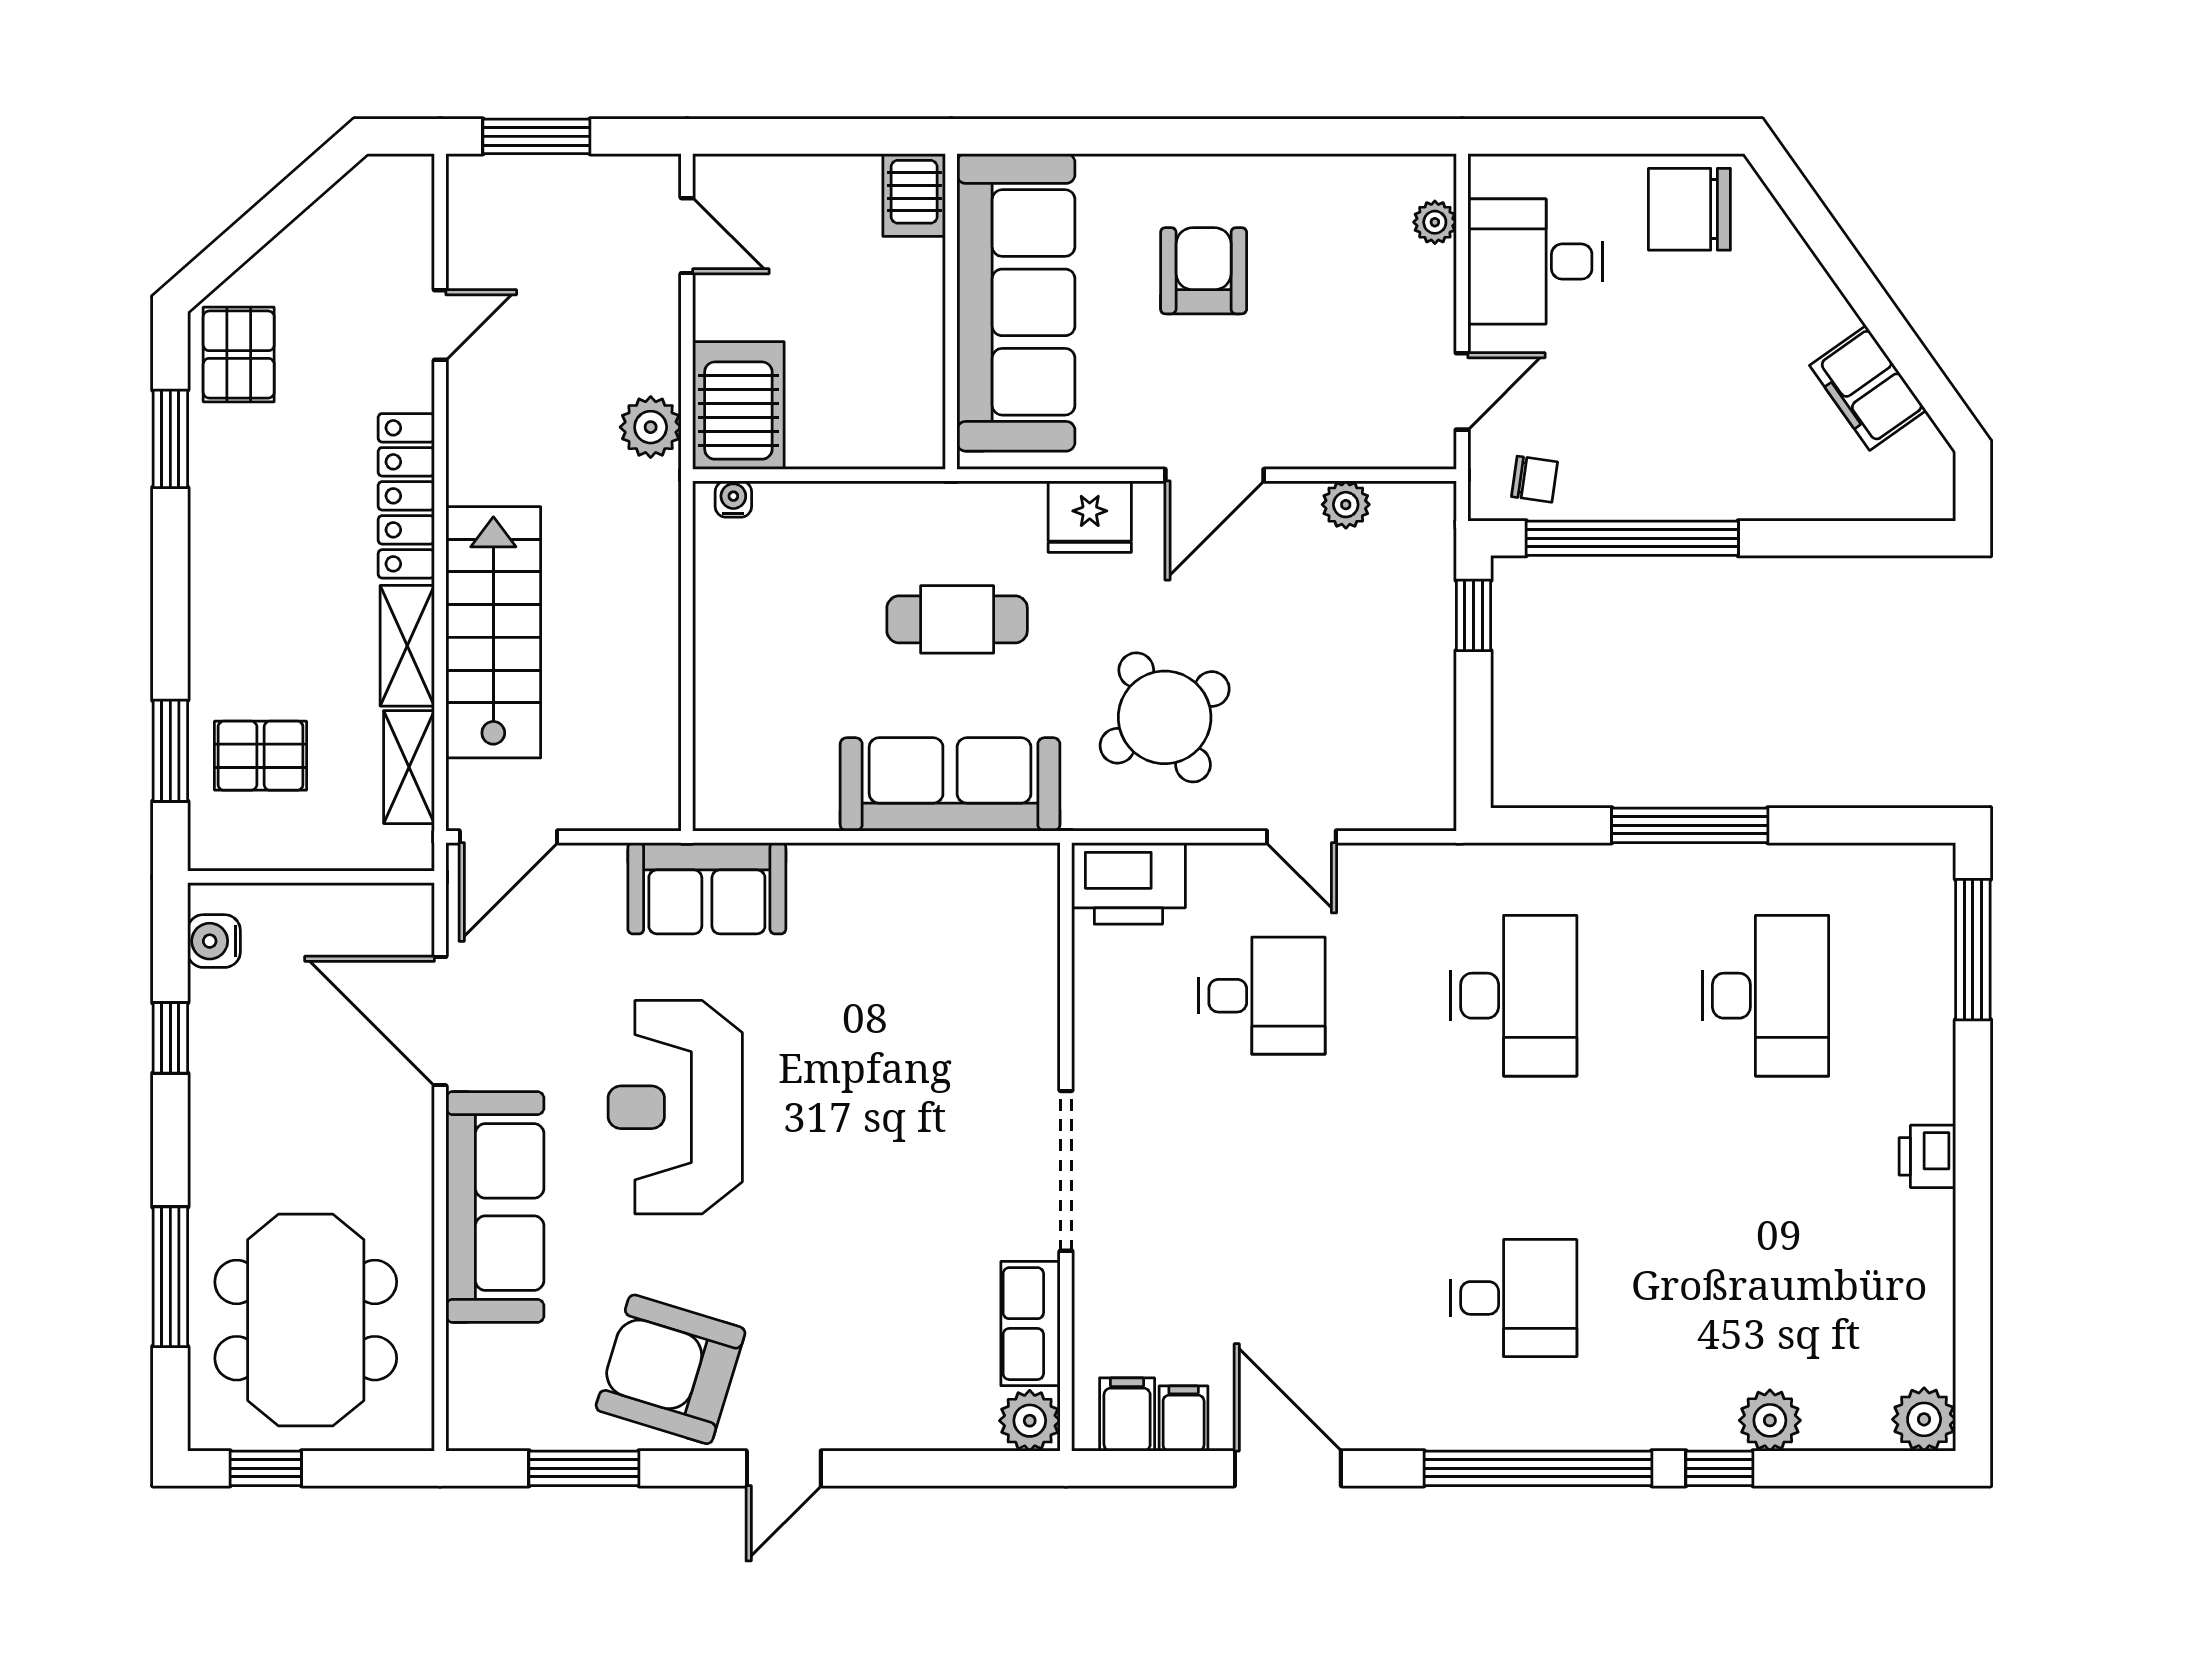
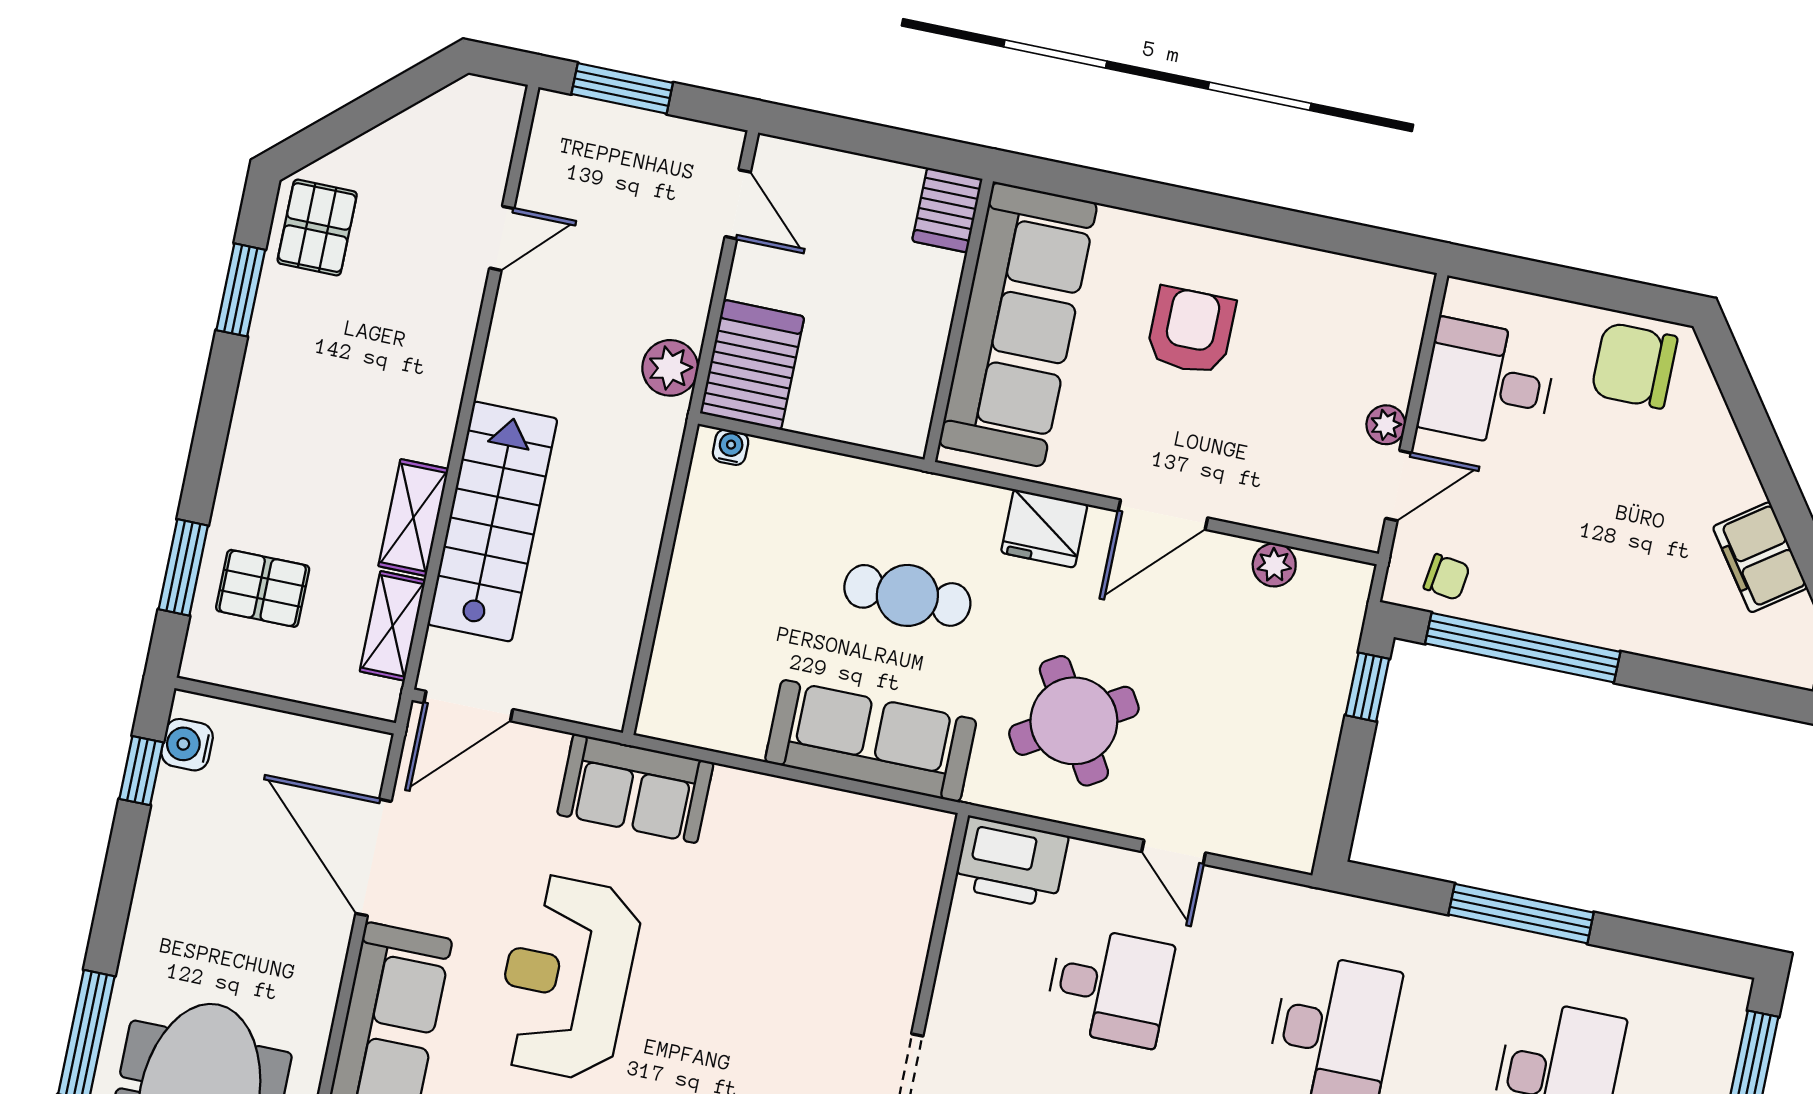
plant: (1435, 222) -> (1386, 425), moved
locker: (406, 496) -> (440, 384), removed
window: (170, 1038) -> (141, 771), moved

